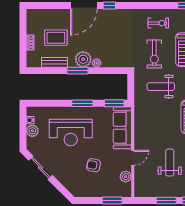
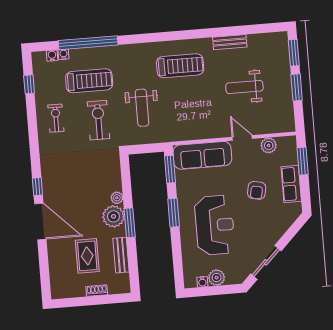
exercise bike: (154, 54) -> (98, 120), turned -90
row of seats: (96, 191) -> (291, 184), added

